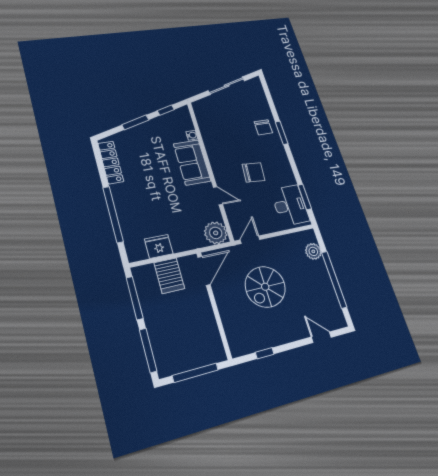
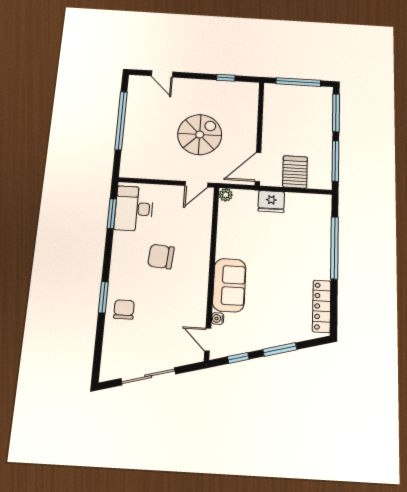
door: (218, 196) -> (208, 340), moved
plant: (216, 233) -> (226, 195), width x0.53, depth x0.53
fridge: (159, 246) -> (271, 201), moved
plant: (313, 251) -> (130, 154), removed

